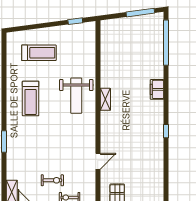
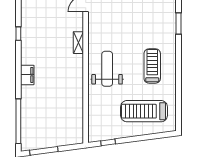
treadmill: (39, 53) -> (144, 111), width x1.37, depth x1.38
shelving: (105, 99) -> (78, 43), moved

